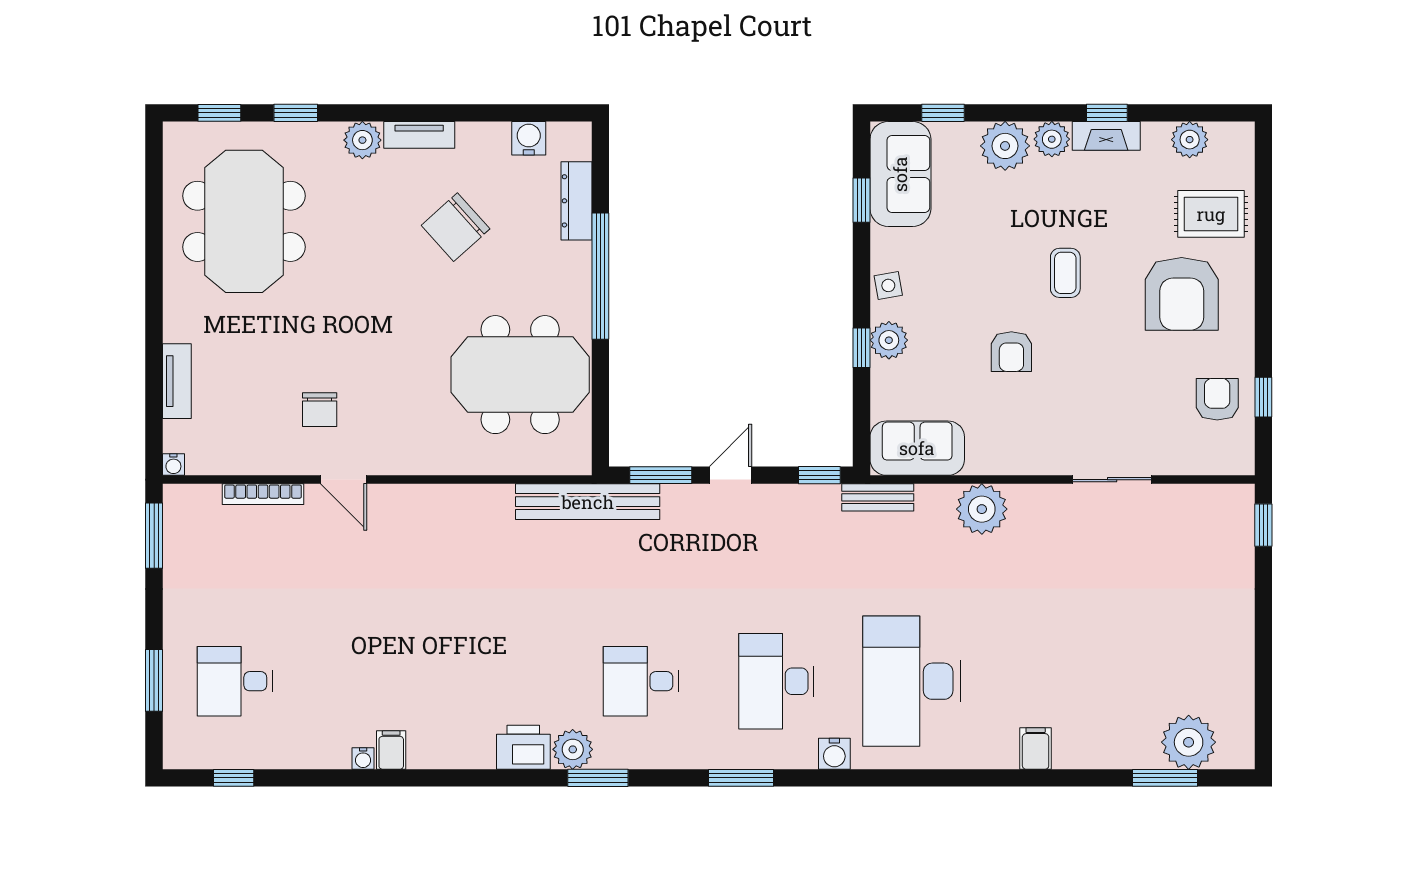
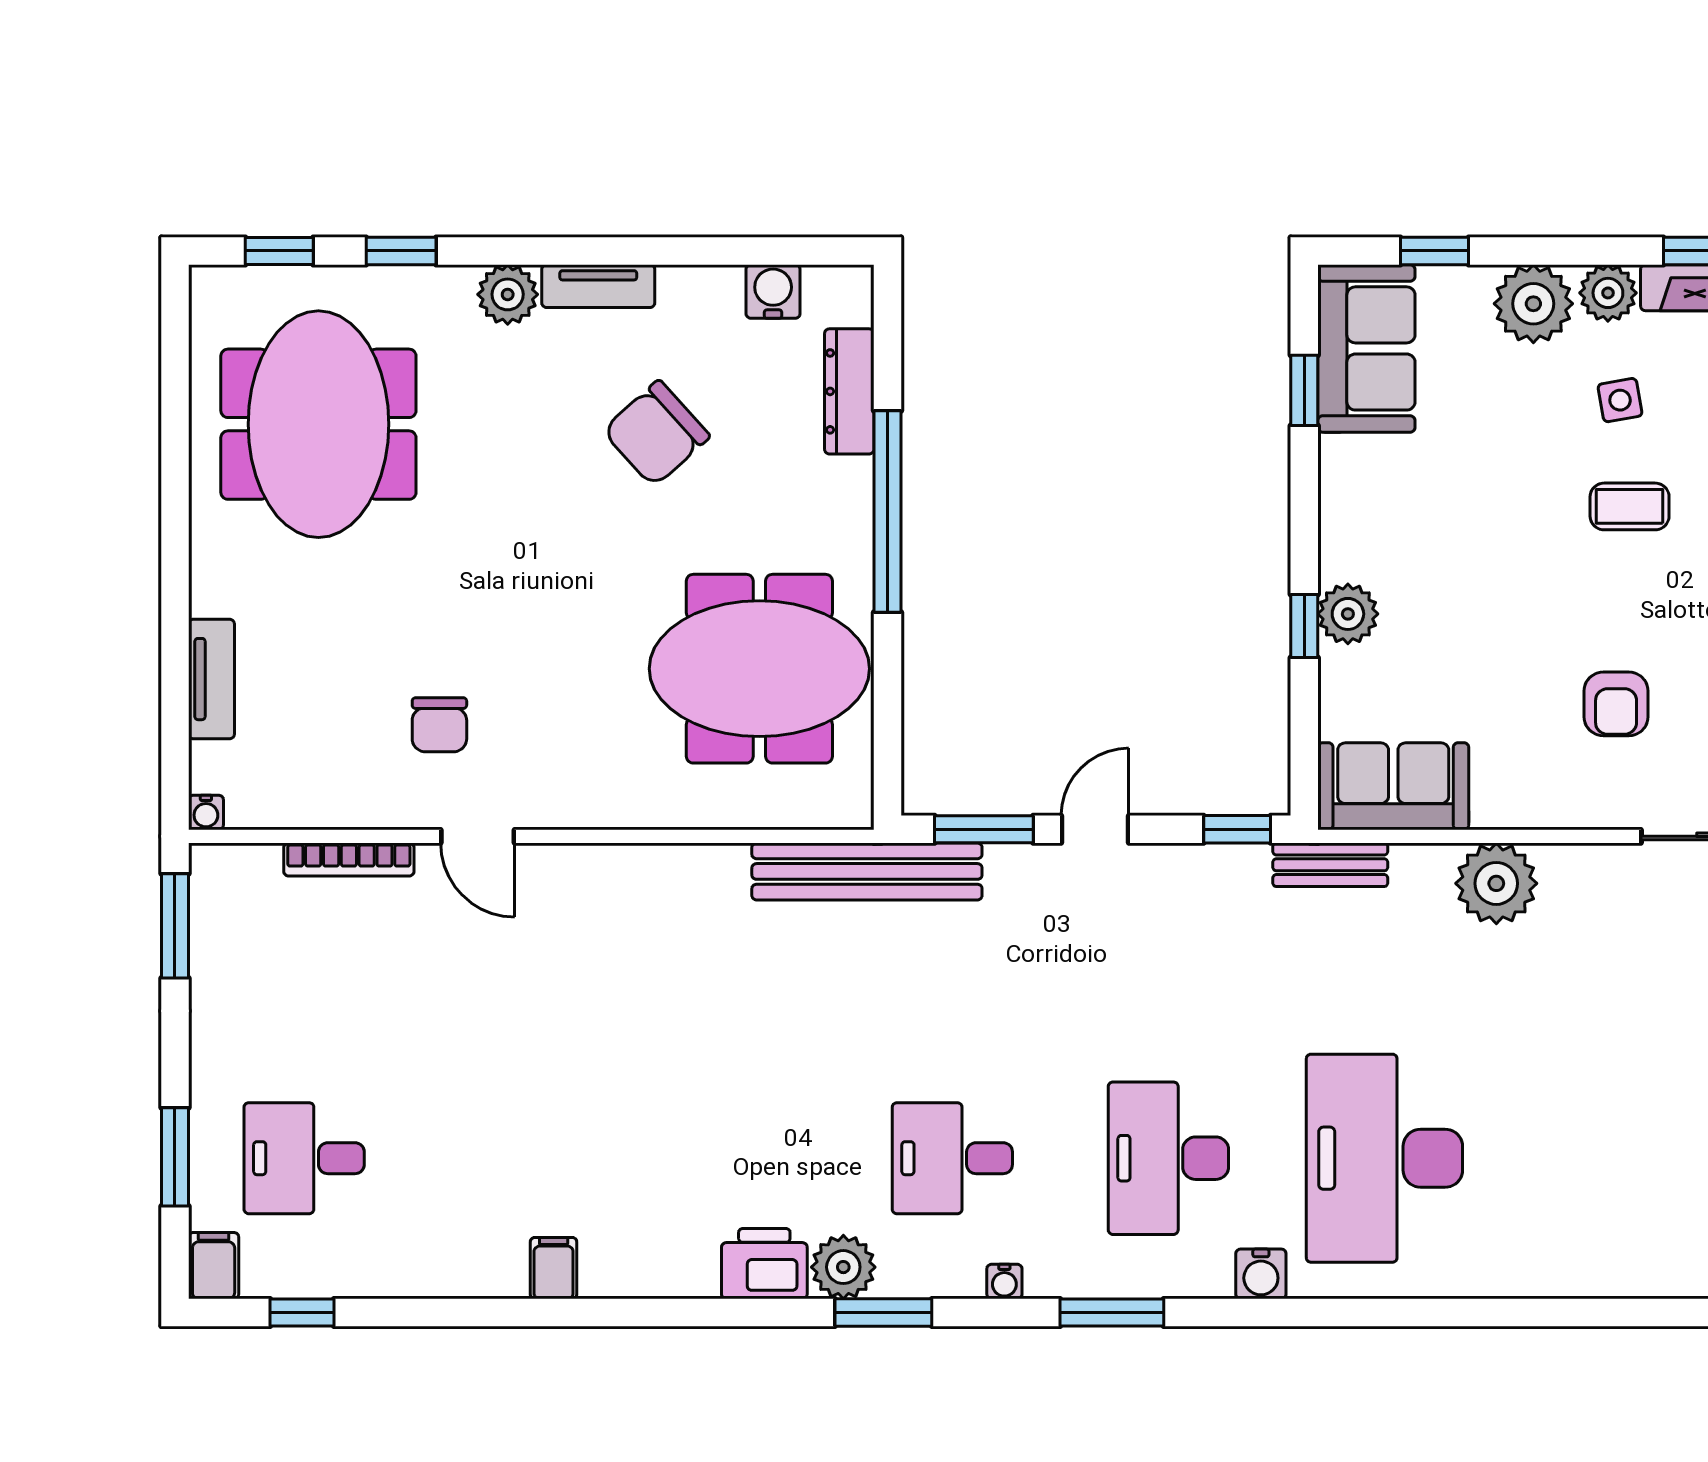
coffee table: (1065, 273) -> (1630, 506), turned 90
side table: (888, 285) -> (1620, 400), moved
armchair: (1011, 352) -> (1616, 704), moved
filing cabinet: (1036, 749) -> (214, 1266), moved
water cooler: (363, 758) -> (1004, 1282), moved

